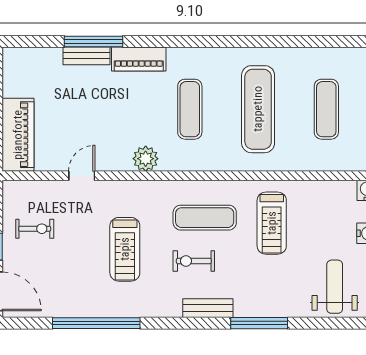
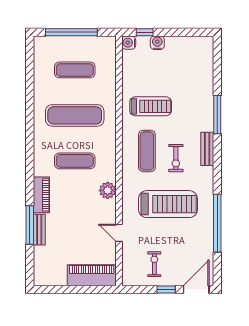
treadmill: (125, 249) -> (168, 204), width x1.37, depth x1.38
weight bench: (335, 287) -> (193, 64), removed

